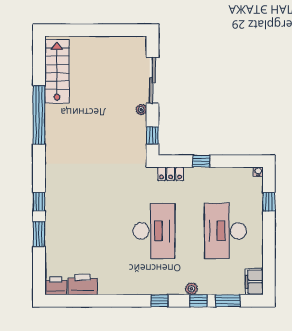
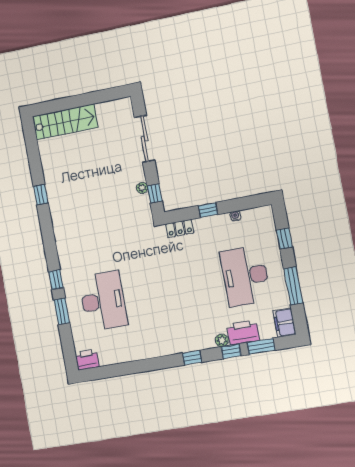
stairs: (57, 71) -> (65, 122), moved, turned 90
plant: (141, 109) -> (142, 188), moved
window: (39, 115) -> (41, 195), width x0.32
water cooler: (258, 172) -> (235, 216), moved
desk: (154, 231) -> (103, 301), moved
window: (269, 248) -> (293, 286), added
printer: (83, 284) -> (243, 332), moved

